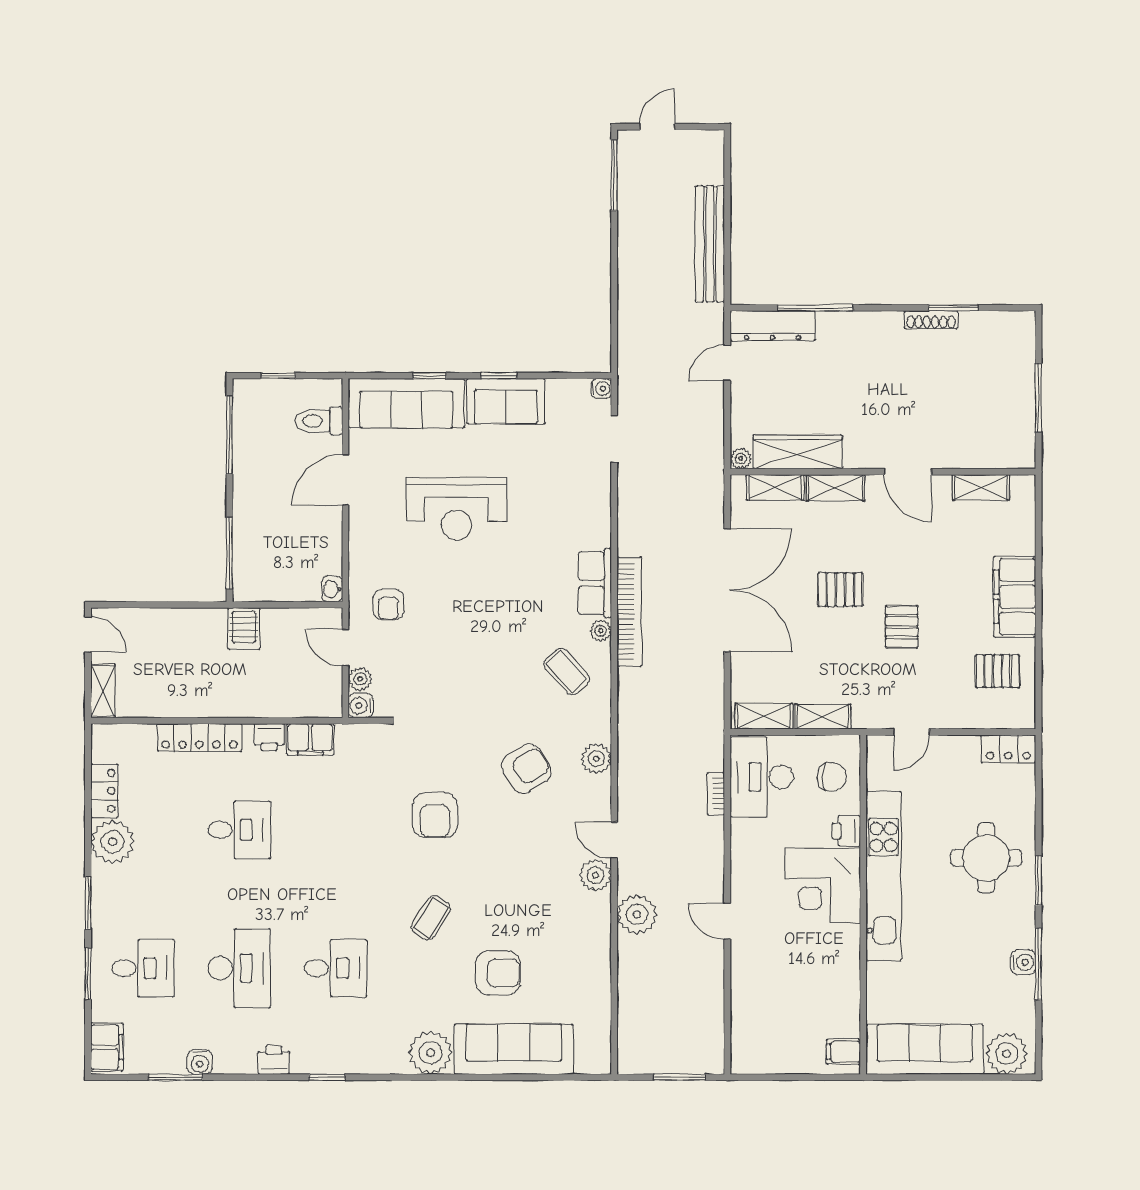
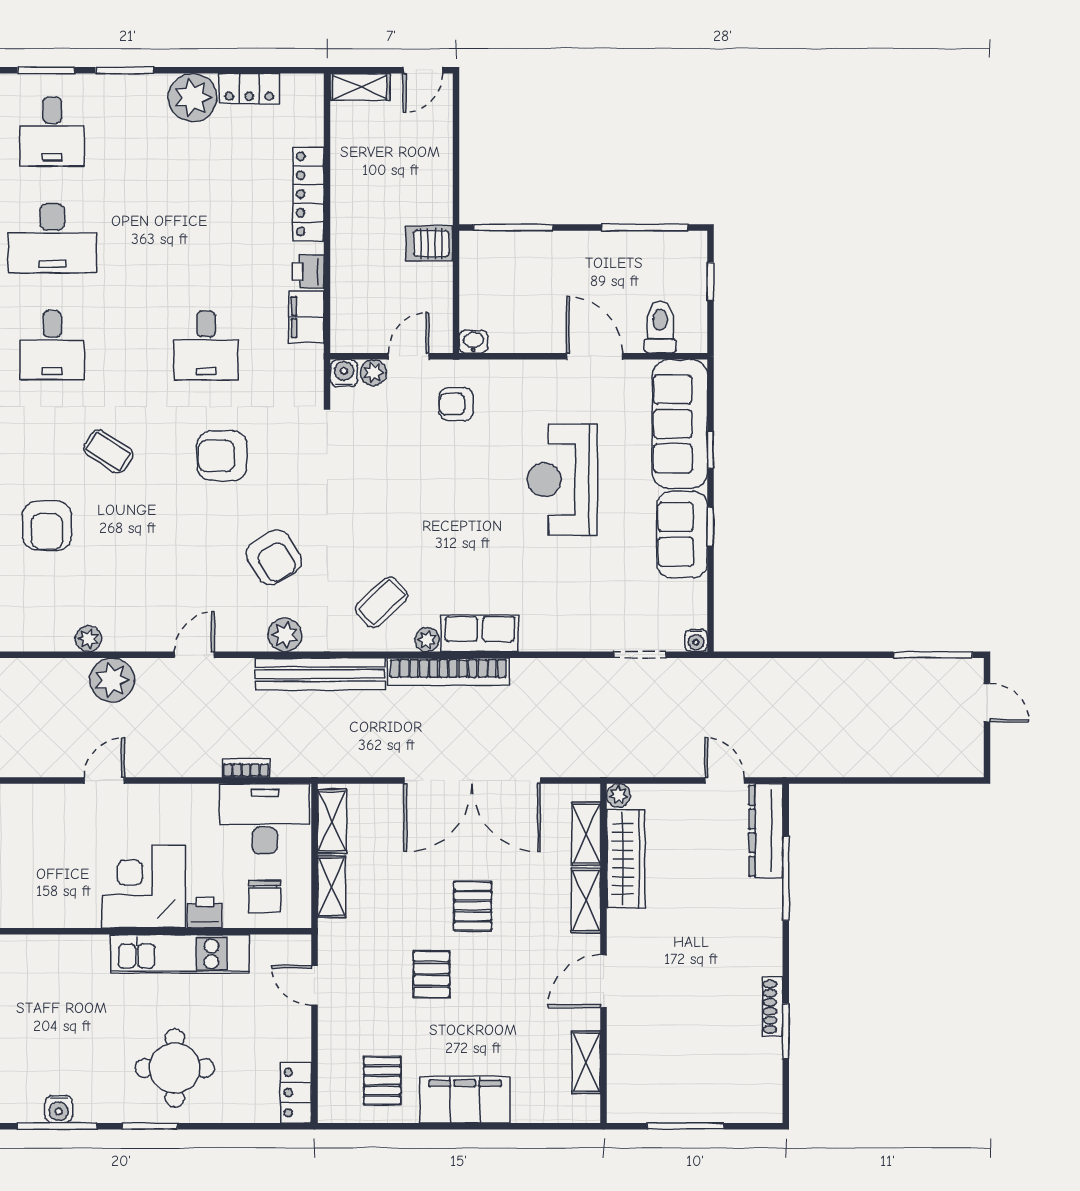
bench: (710, 244) -> (320, 674), moved
pallet: (902, 627) -> (431, 974), turned 90
desk: (239, 830) -> (206, 345), moved
plant: (595, 875) -> (88, 639), moved, width x0.73, depth x0.73
kitchen unit: (883, 876) -> (180, 954), width x0.73

